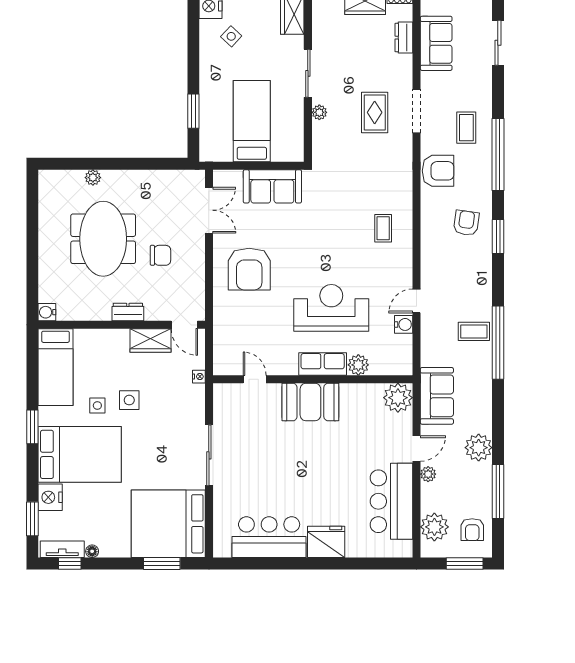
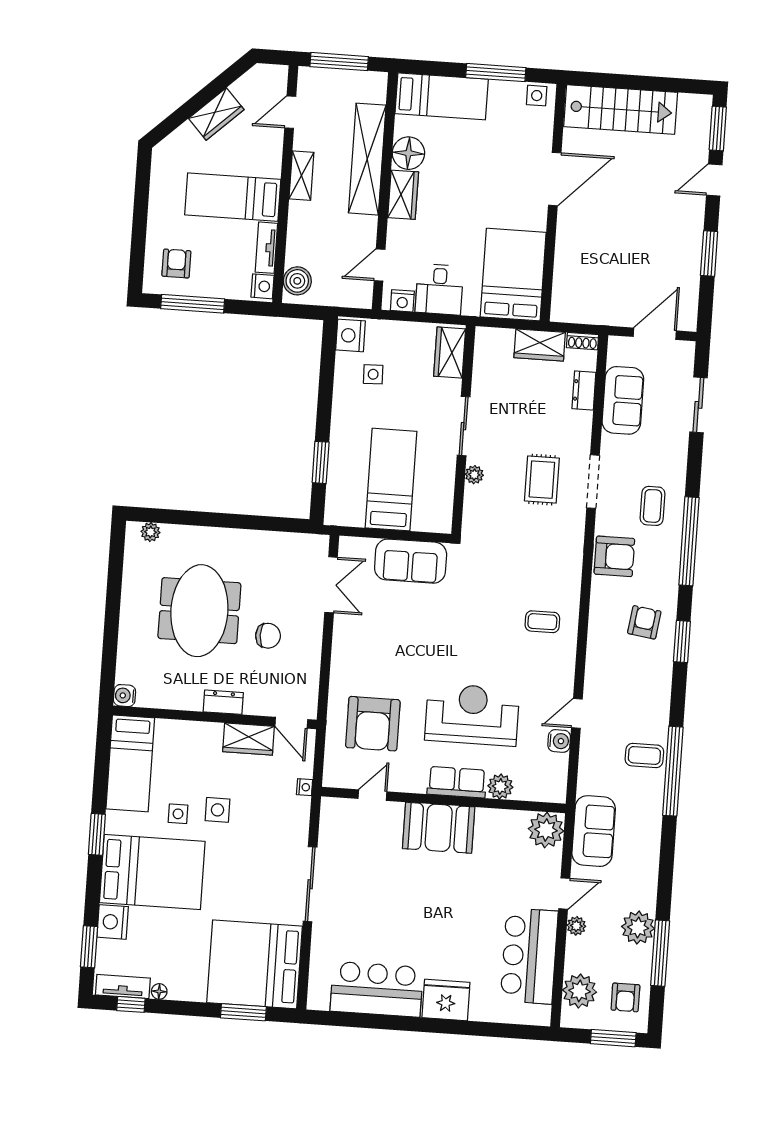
side table: (231, 36) -> (373, 374), turned 45
plant: (93, 178) -> (150, 532), moved
coffee table: (383, 228) -> (542, 622), turned 90
armchair: (249, 269) -> (373, 724), moved
door: (255, 379) -> (372, 795), hinge flipped
plant: (479, 448) -> (638, 928), moved

